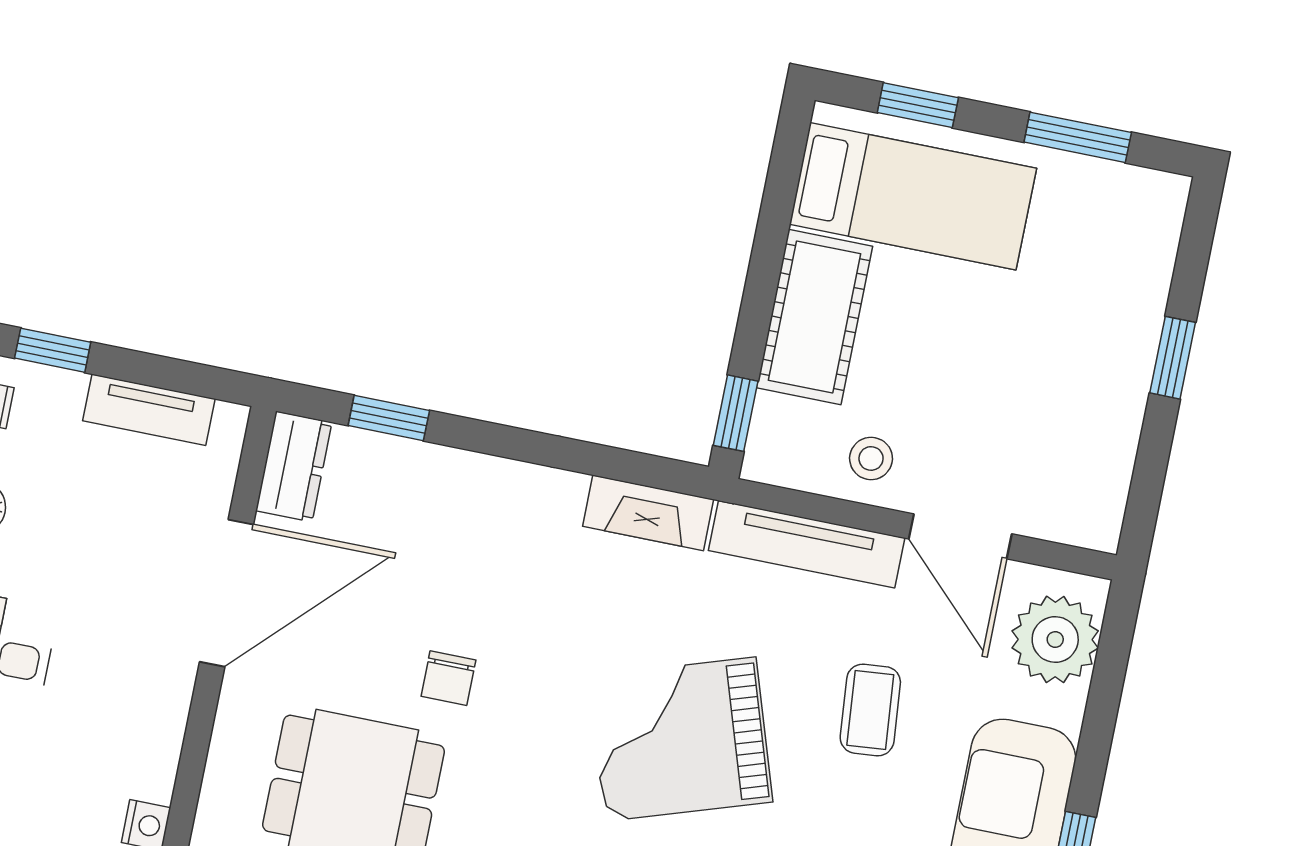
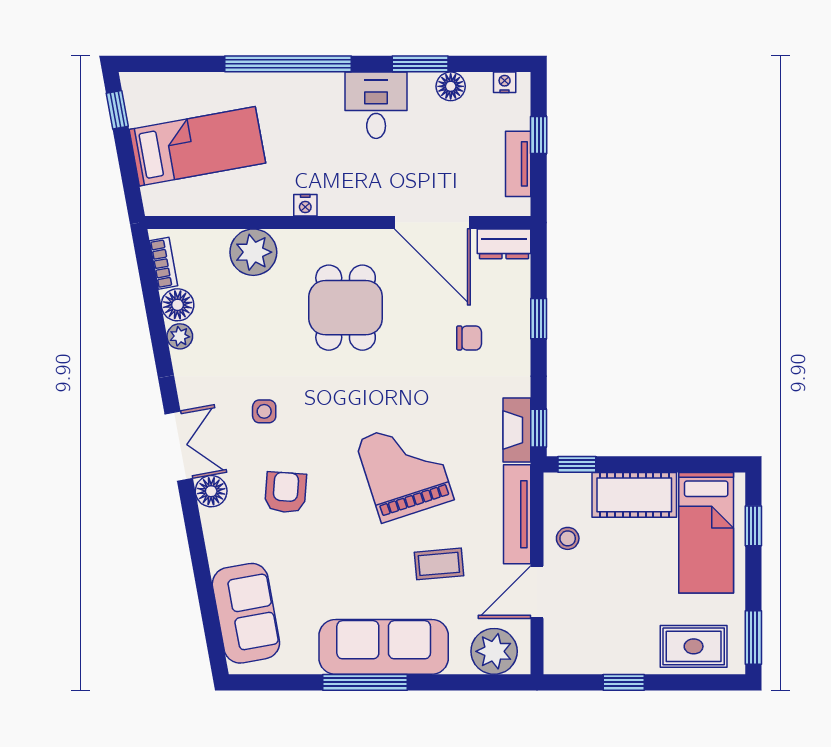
window: (1078, 137) -> (753, 638), moved
rug: (1122, 263) -> (694, 646), added
window: (53, 350) -> (539, 135), moved
window: (1173, 358) -> (624, 682), moved
window: (389, 418) -> (539, 319), moved
window: (653, 471) -> (539, 428), added
chair: (448, 678) -> (469, 338), moved, turned 180

